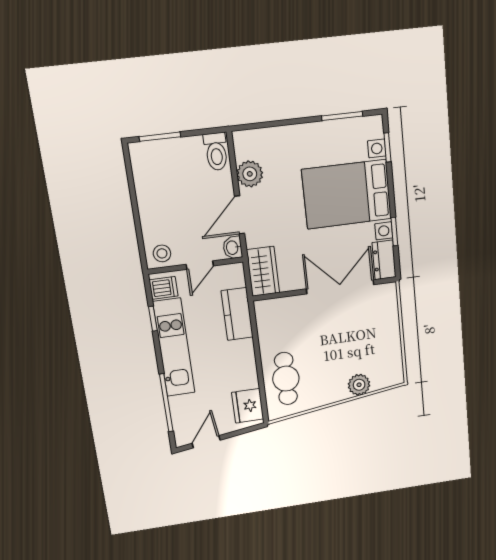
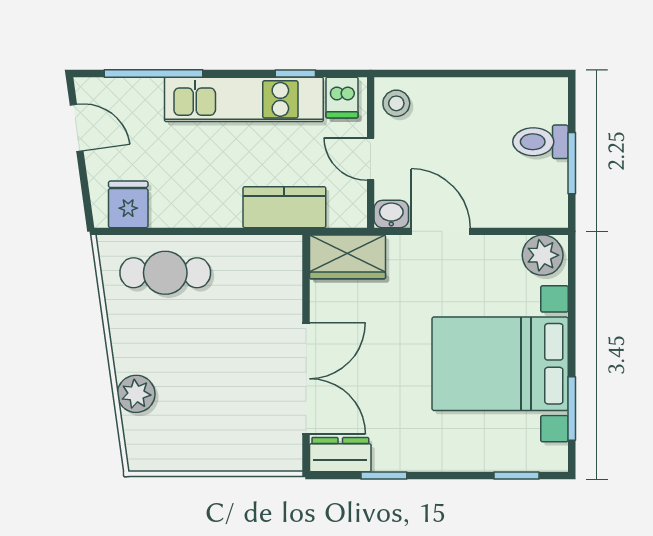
window: (160, 137) -> (572, 163), moved
toilet: (216, 152) -> (540, 142), moved
plant: (250, 174) -> (543, 255), moved
bed with nightstands: (347, 194) -> (500, 364), moved, turned -90
fridge: (248, 406) -> (128, 204), width x0.72

